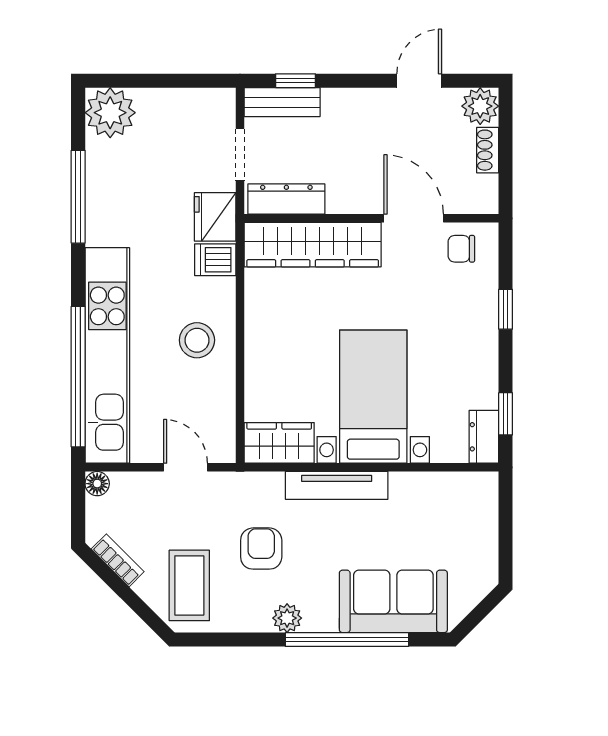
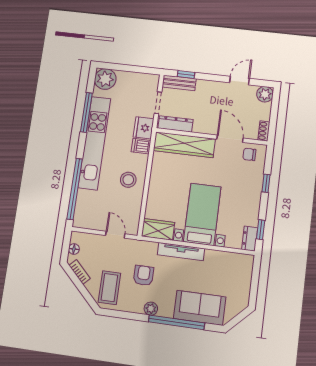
shoe rack: (488, 150) -> (264, 131), moved
kitchen unit: (107, 355) -> (94, 143), moved
floor lamp: (97, 484) -> (74, 249), moved

